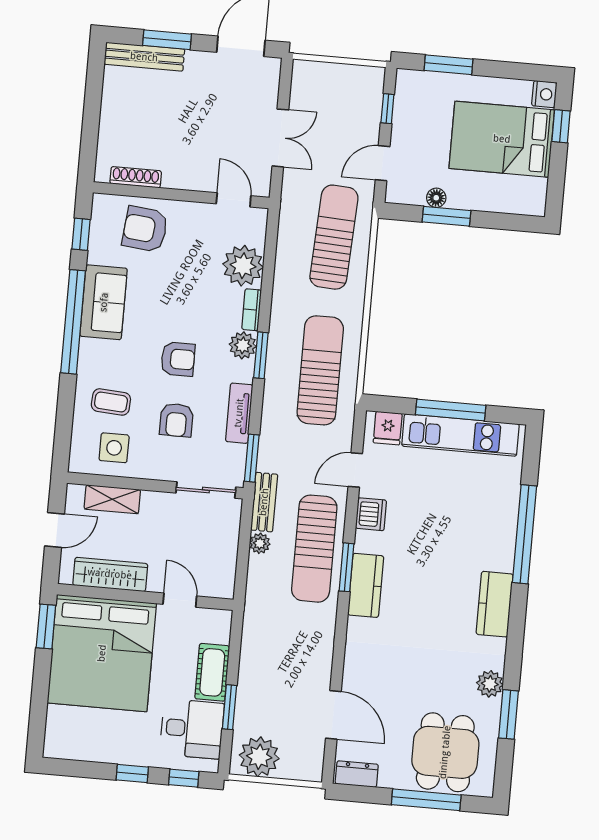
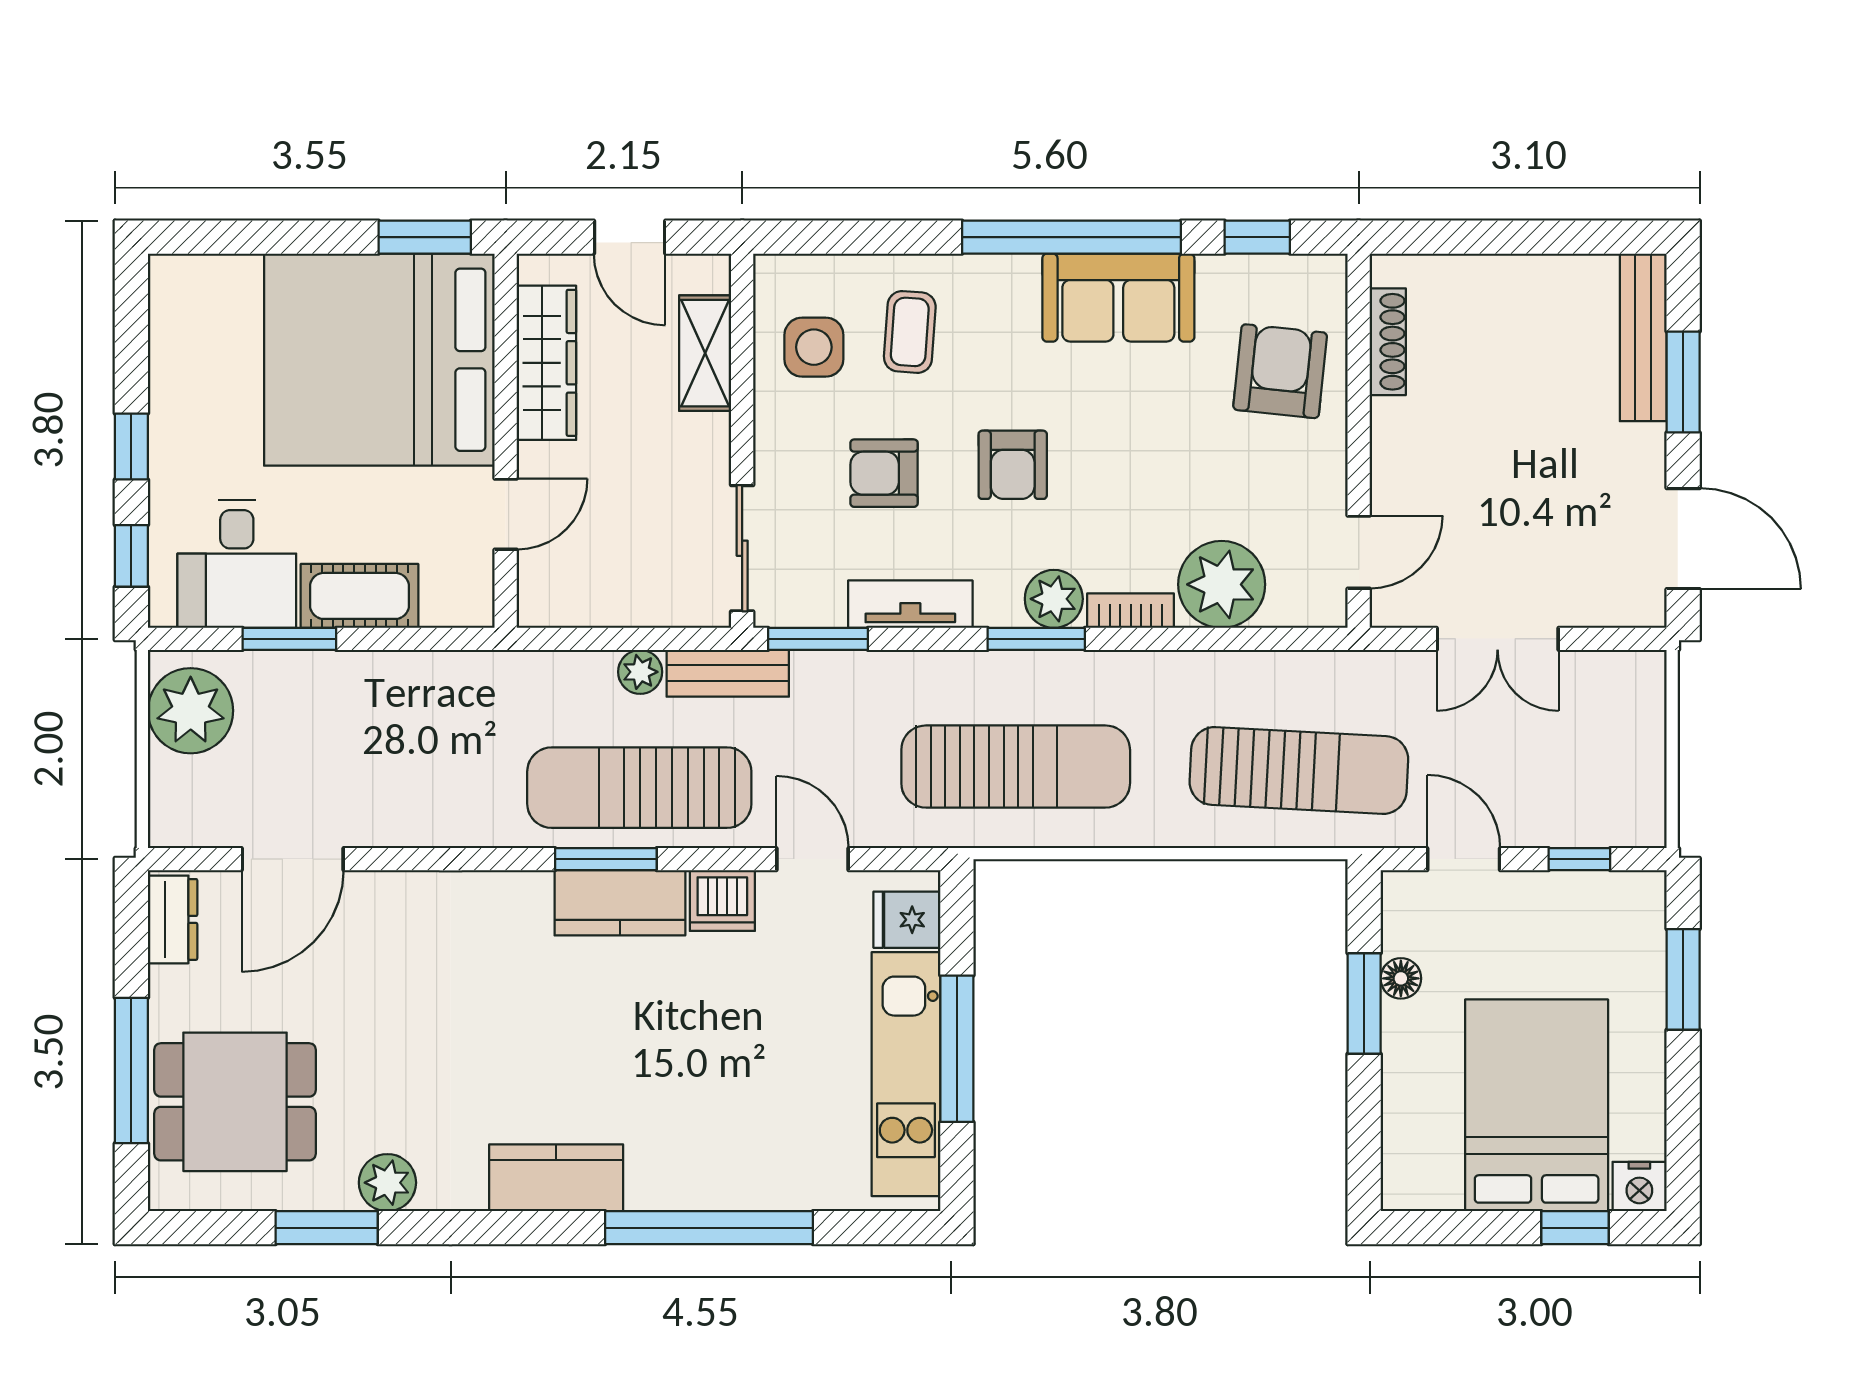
kitchen counter: (366, 585) -> (620, 903), moved

